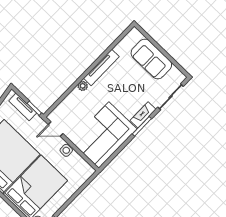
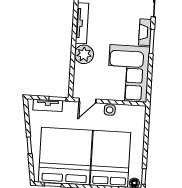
plant: (83, 86) -> (84, 54), width x1.87, depth x1.87

